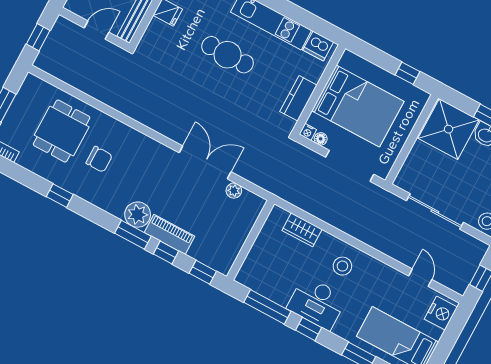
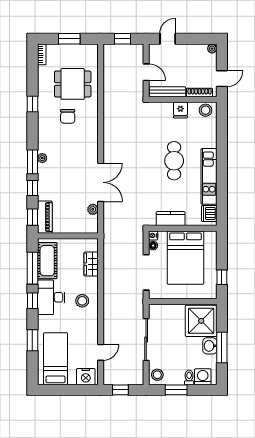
plant: (138, 215) -> (42, 158), width x0.53, depth x0.53
piano: (169, 234) -> (45, 217), moved
cot: (268, 283) -> (47, 261), added

